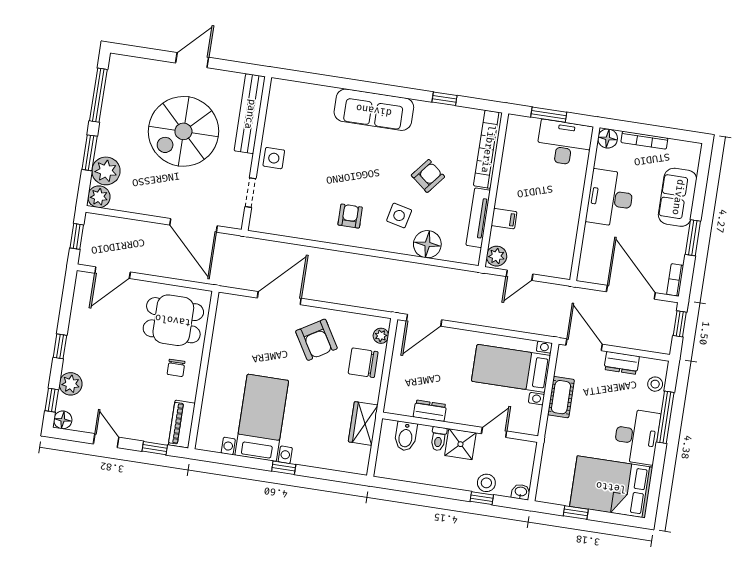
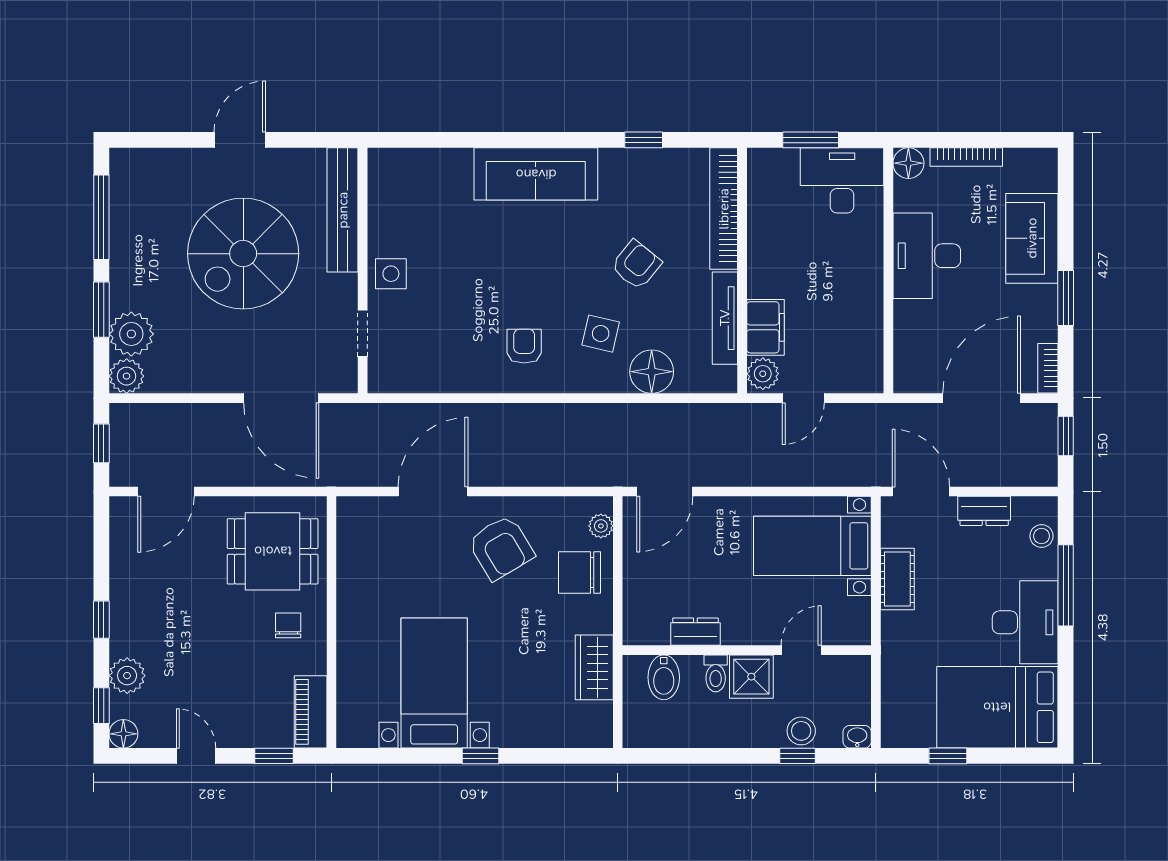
filing cabinet: (504, 219) -> (765, 327), width x2.00
door: (631, 292) -> (982, 398), hinge flipped
chair: (176, 368) -> (288, 625), turned 180

